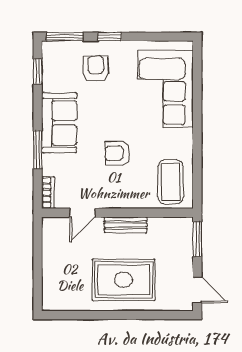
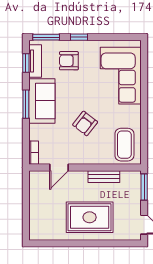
tv unit: (50, 69) -> (35, 61), added
armchair: (96, 69) -> (69, 61), turned -90
window: (38, 150) -> (26, 104), moved
armchair: (118, 153) -> (85, 123), turned -52
bench: (126, 225) -> (104, 177), moved

